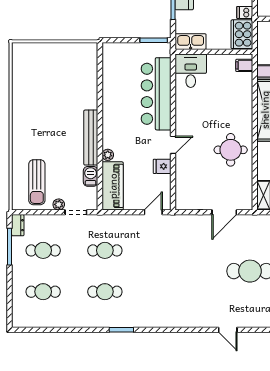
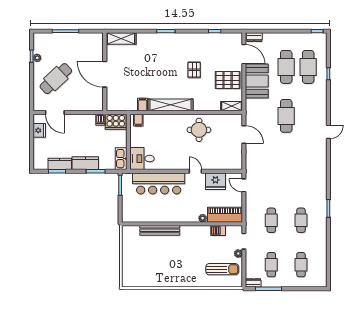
bench: (91, 138) -> (160, 230), moved
fridge: (162, 166) -> (215, 181), width x1.88, depth x1.34

